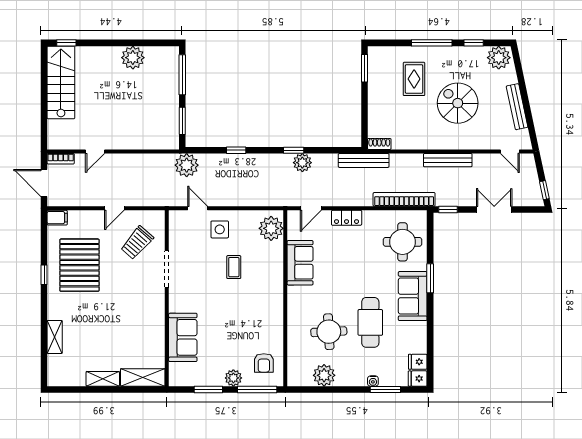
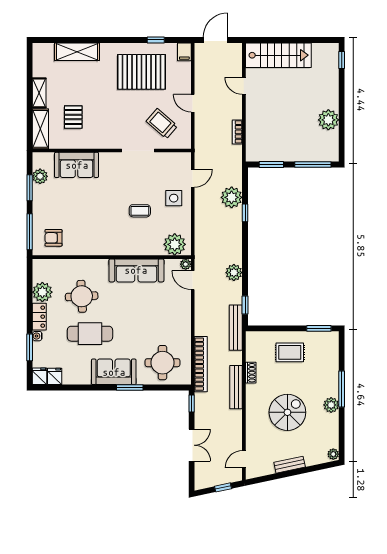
window: (474, 43) -> (342, 427), removed
plant: (449, 55) -> (331, 405), added
plant: (499, 58) -> (333, 454), width x0.53, depth x0.53
rug: (414, 79) -> (290, 352), moved
stairs: (61, 82) -> (278, 55), moved
bench: (517, 107) -> (290, 465), width x0.73
shoe rack: (379, 144) -> (251, 373), moved
window: (294, 150) -> (245, 305), moved
bookcase: (61, 159) -> (237, 132), moved
bench: (448, 160) -> (236, 387), moved
plant: (187, 165) -> (232, 197), moved
window: (544, 190) -> (223, 487), moved
plant: (293, 216) -> (186, 264), added
locker: (347, 218) -> (39, 317), moved, turned 180
sofa: (300, 263) -> (136, 270), width x1.36
window: (44, 275) -> (156, 40), moved
shelving: (55, 337) -> (77, 52), width x1.50, depth x1.33
pallet: (130, 341) -> (73, 117), added
plant: (233, 378) -> (40, 176), moved

